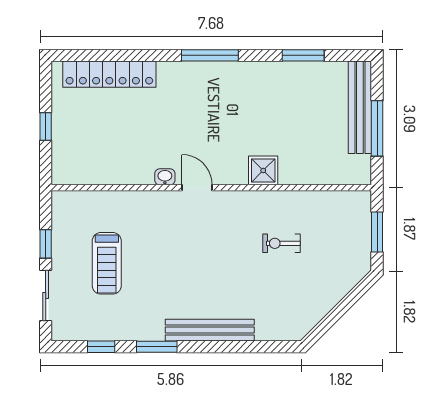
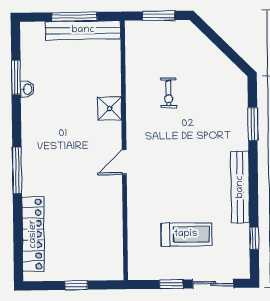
window: (210, 55) -> (17, 170), moved
bench: (360, 107) -> (83, 30), moved
washbasin: (165, 177) -> (27, 89), moved, turned 180
bench: (210, 330) -> (240, 187), moved
window: (157, 347) -> (253, 124), moved

